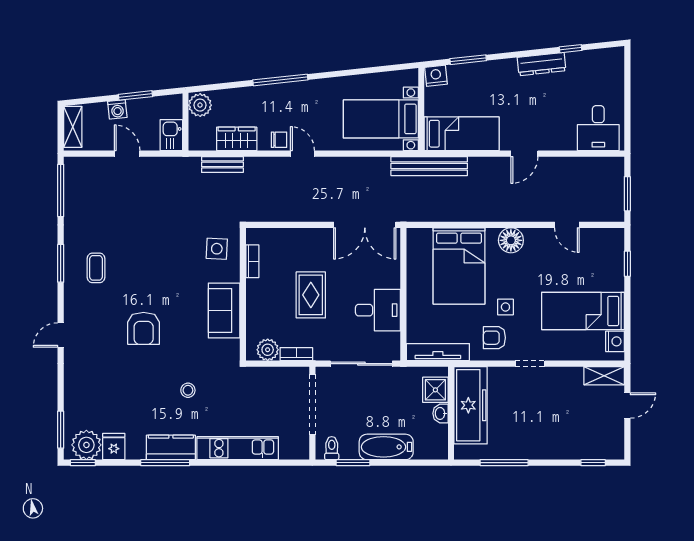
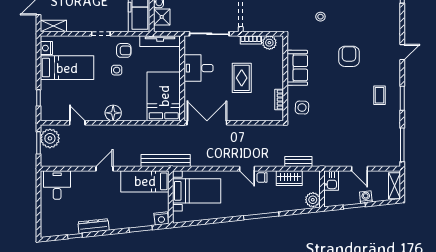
plant: (609, 201) -> (50, 138), added
bed: (459, 266) -> (164, 96), moved

